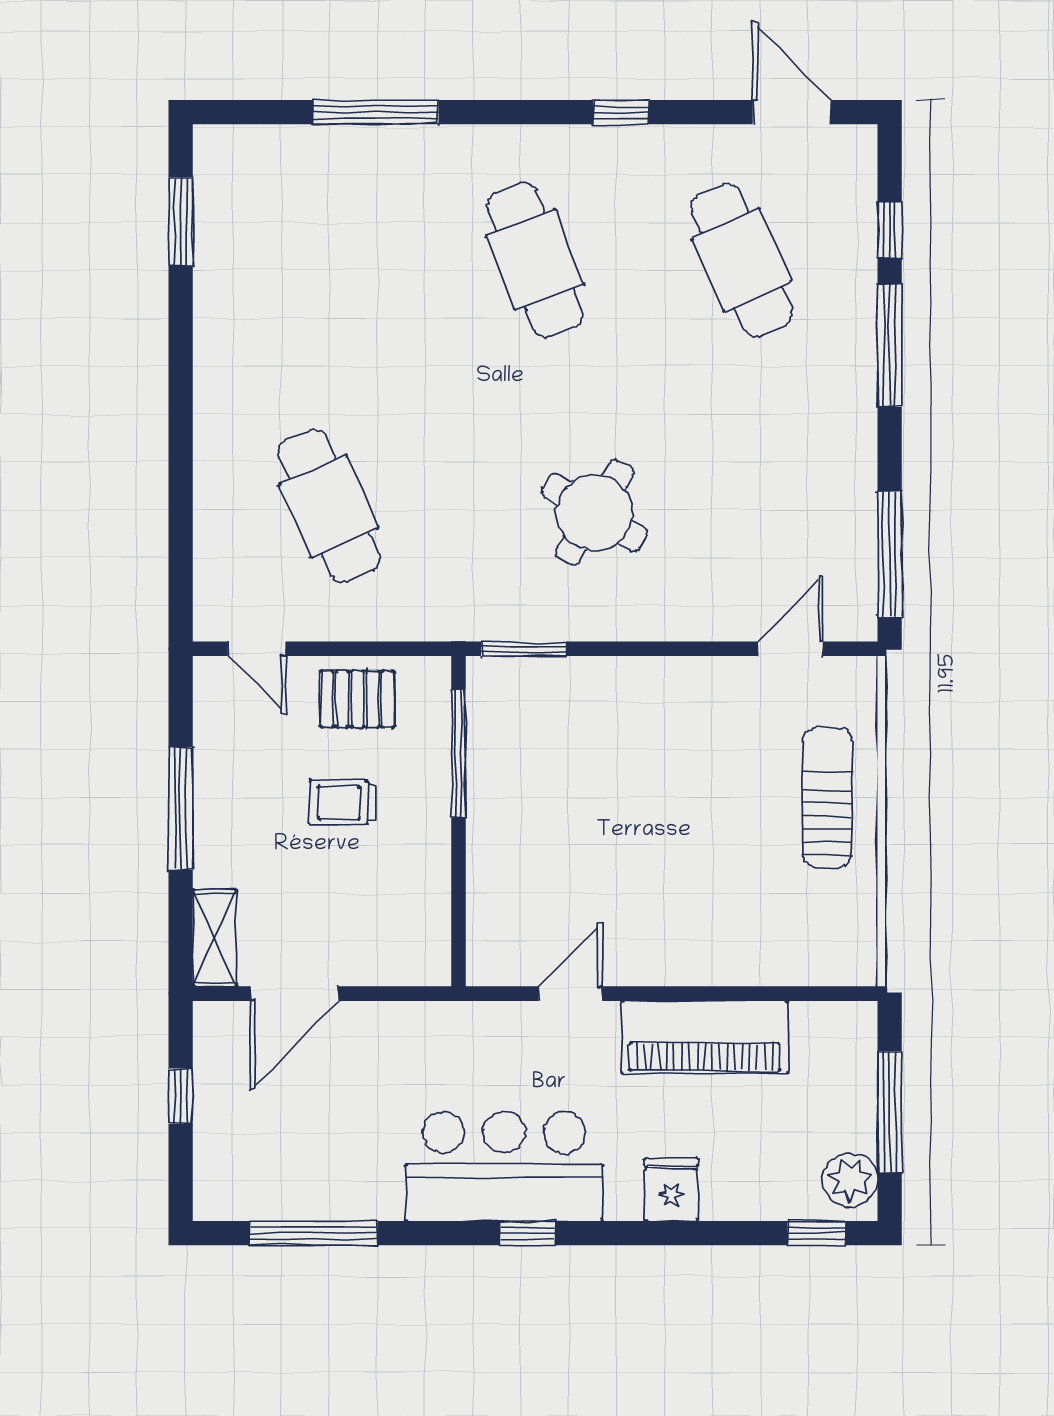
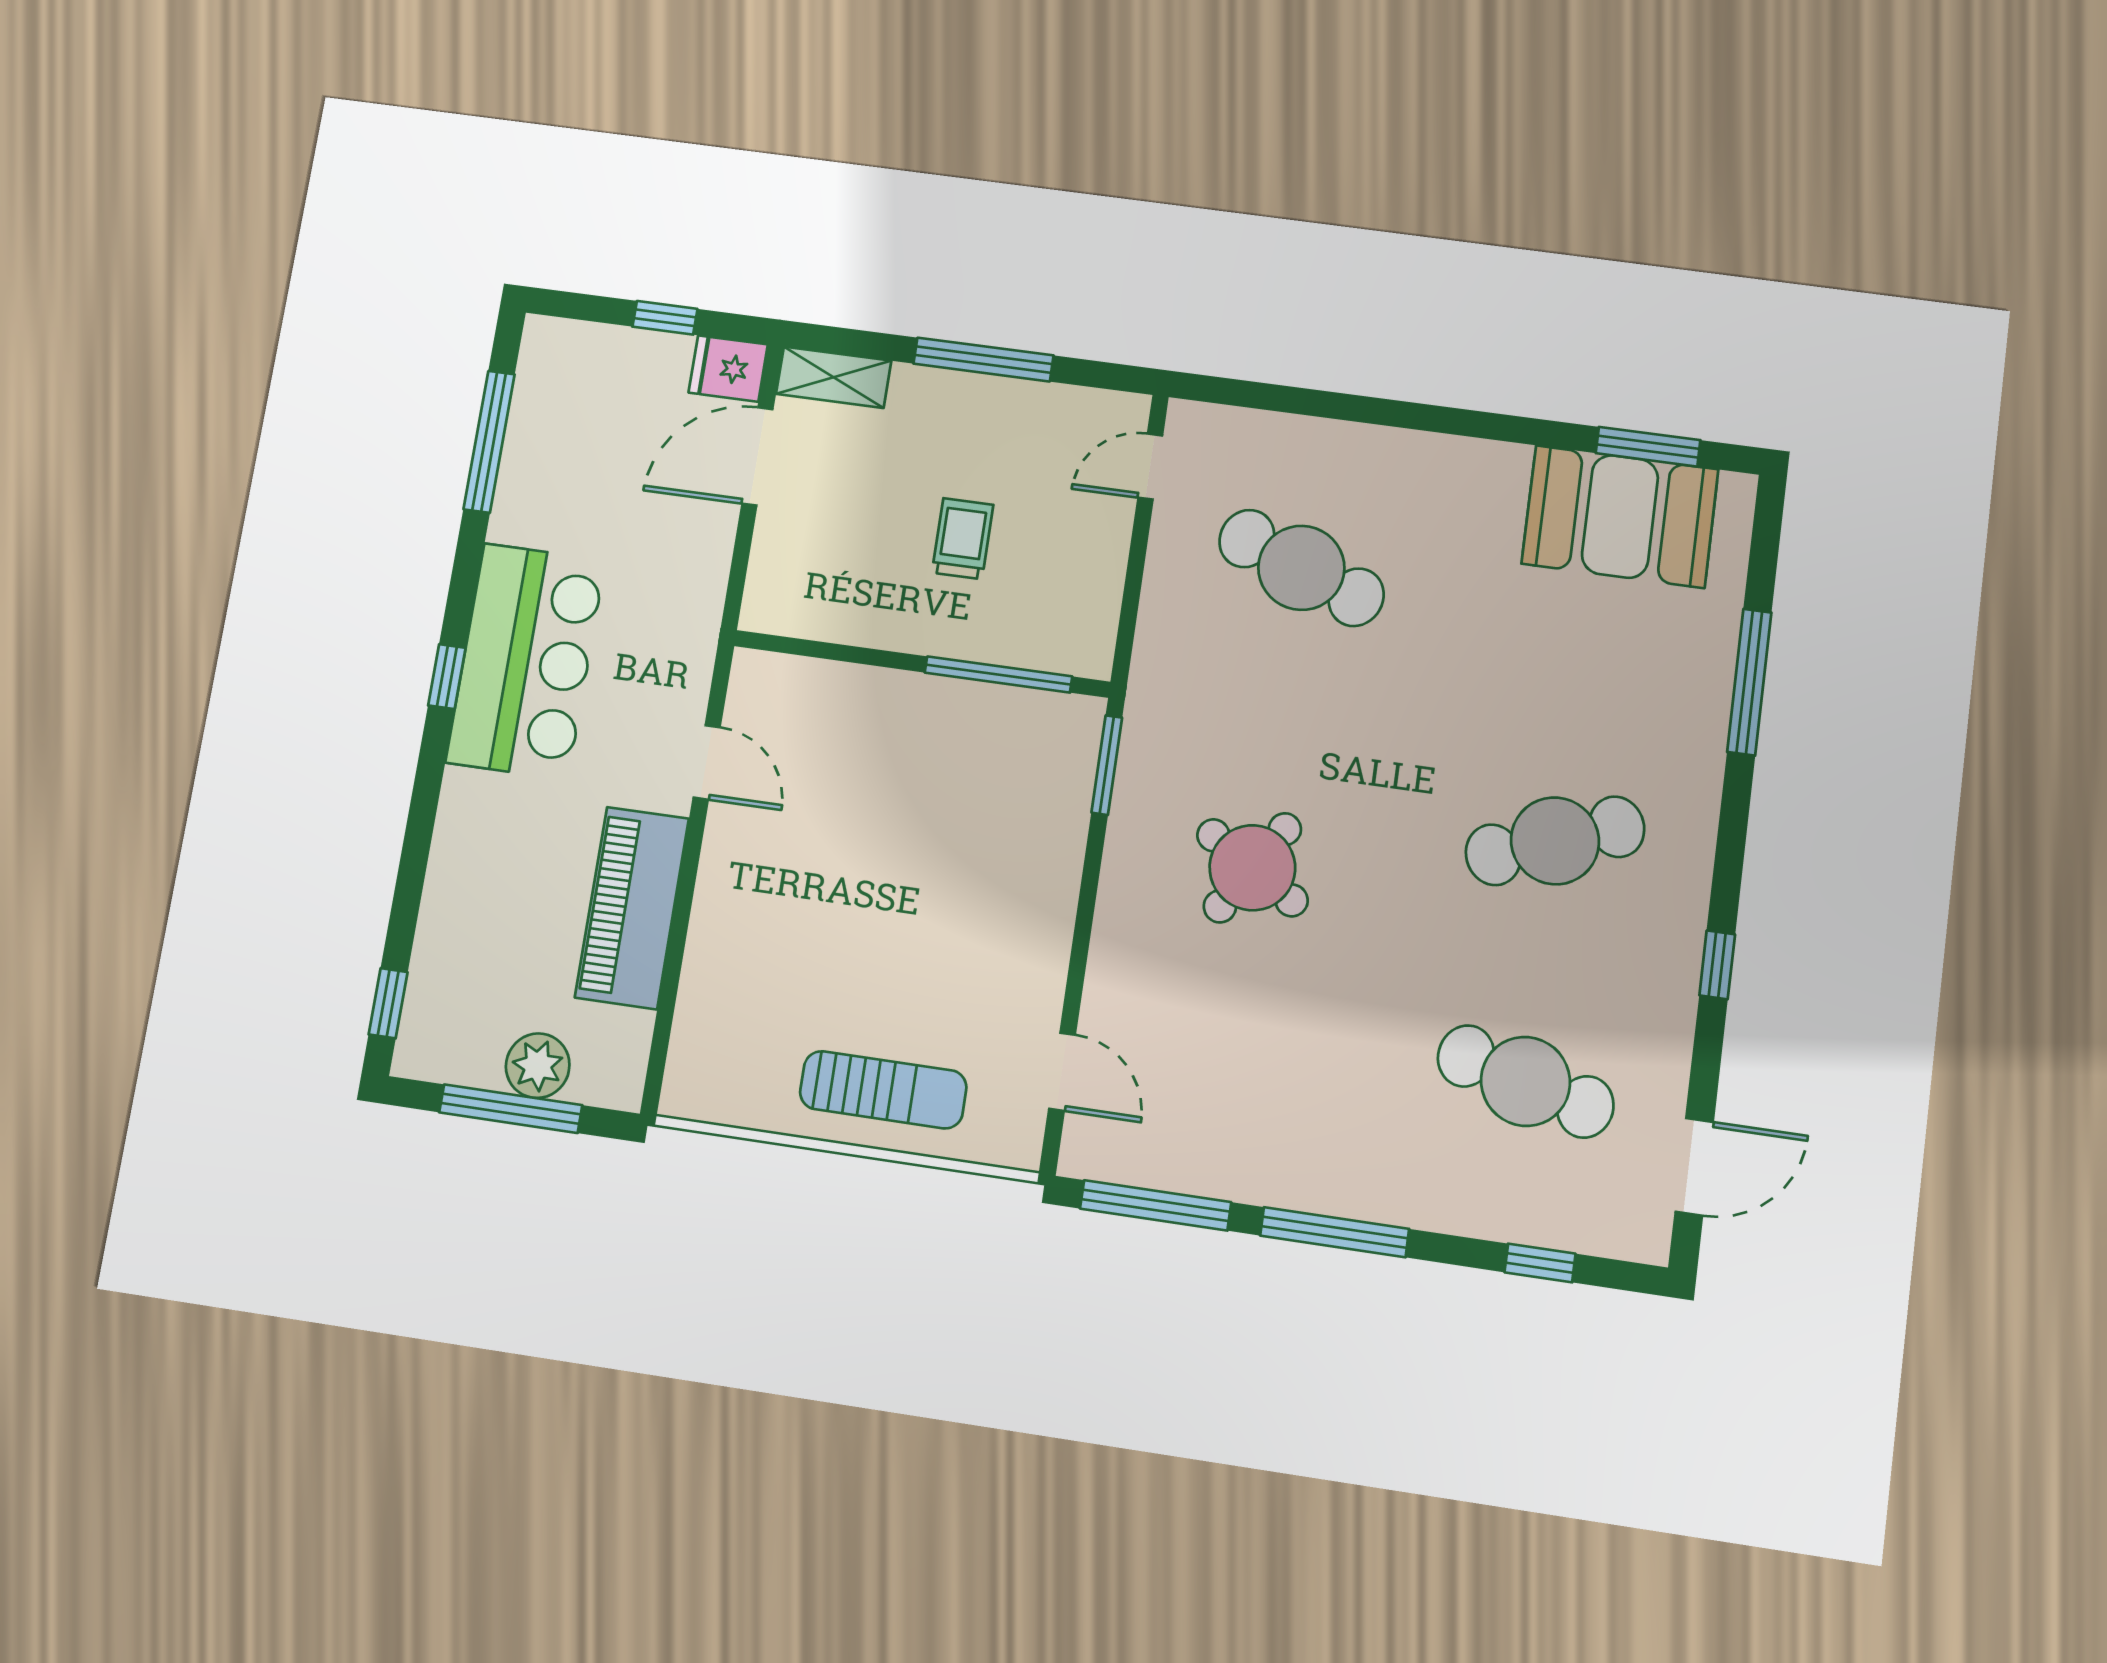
booth: (246, 238) -> (1620, 516), added
cafe table: (742, 260) -> (1526, 1081), turned 39
window: (890, 345) -> (1335, 1232), moved
cafe table: (329, 506) -> (1301, 568), turned 45
pallet: (357, 699) -> (1077, 570), removed
door: (295, 994) -> (757, 456), hinge flipped
plant: (850, 1180) -> (538, 1066), moved
fridge: (671, 1190) -> (728, 369), moved, turned 180

